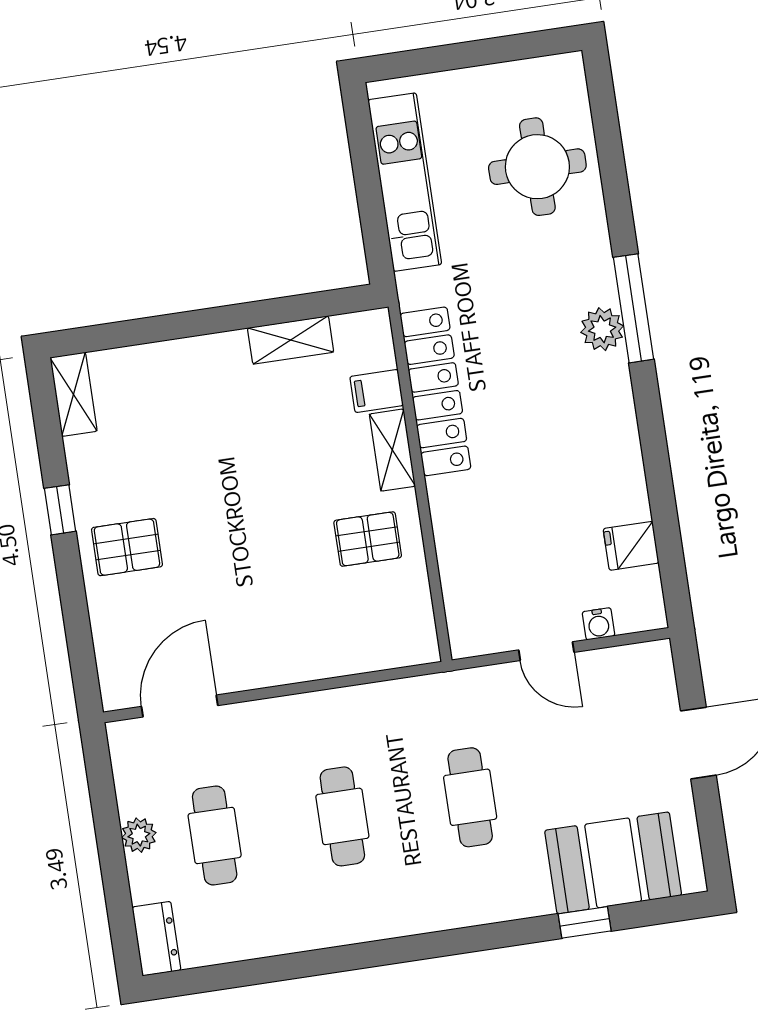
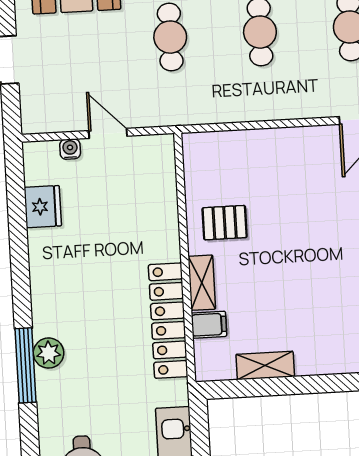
fridge: (631, 546) -> (43, 207), width x1.38

